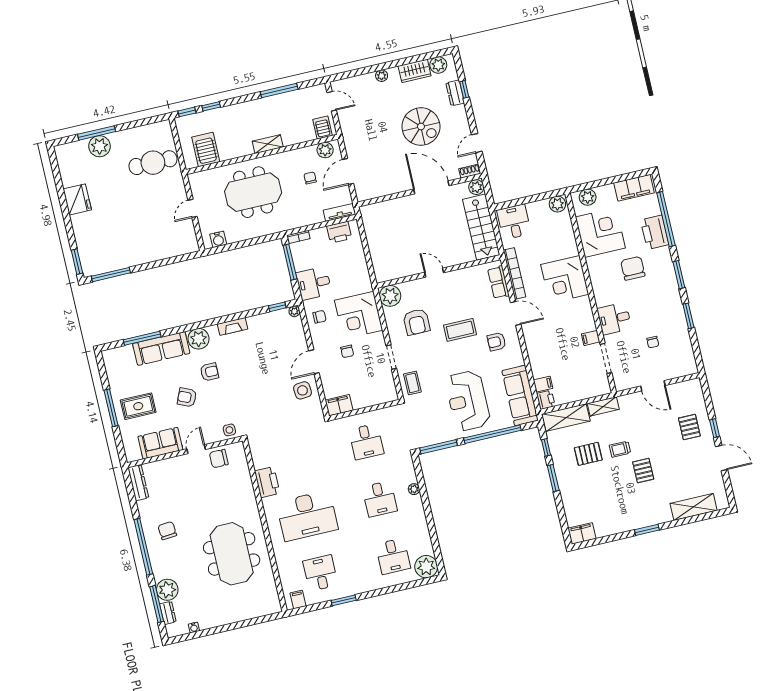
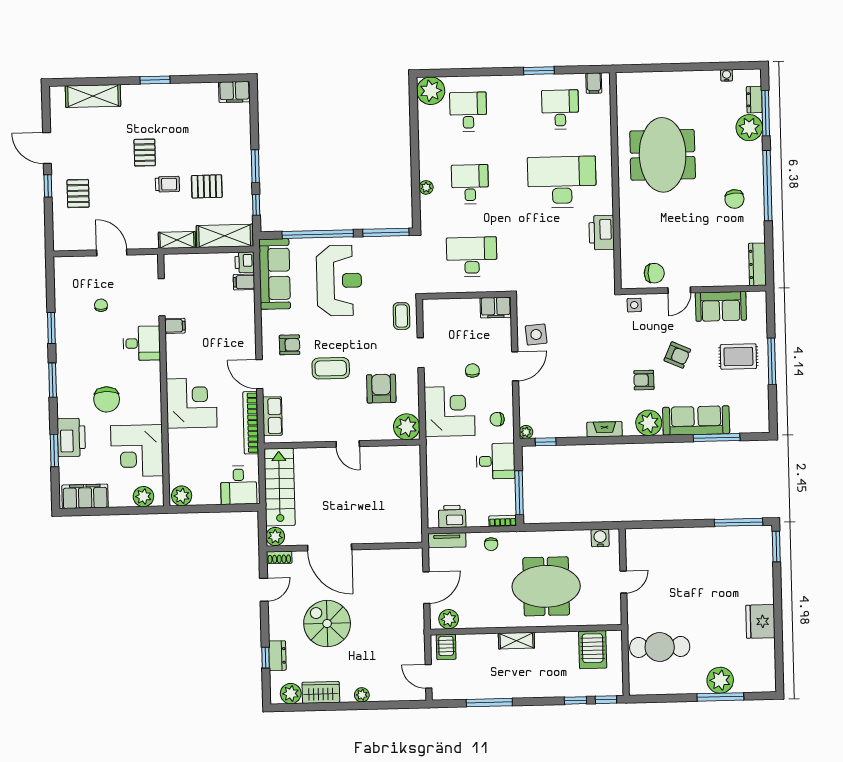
chair: (310, 178) -> (491, 544), moved
window: (666, 219) -> (54, 450), width x0.47
desk: (366, 442) -> (472, 257), width x1.37
desk: (320, 573) -> (560, 109), turned 180

